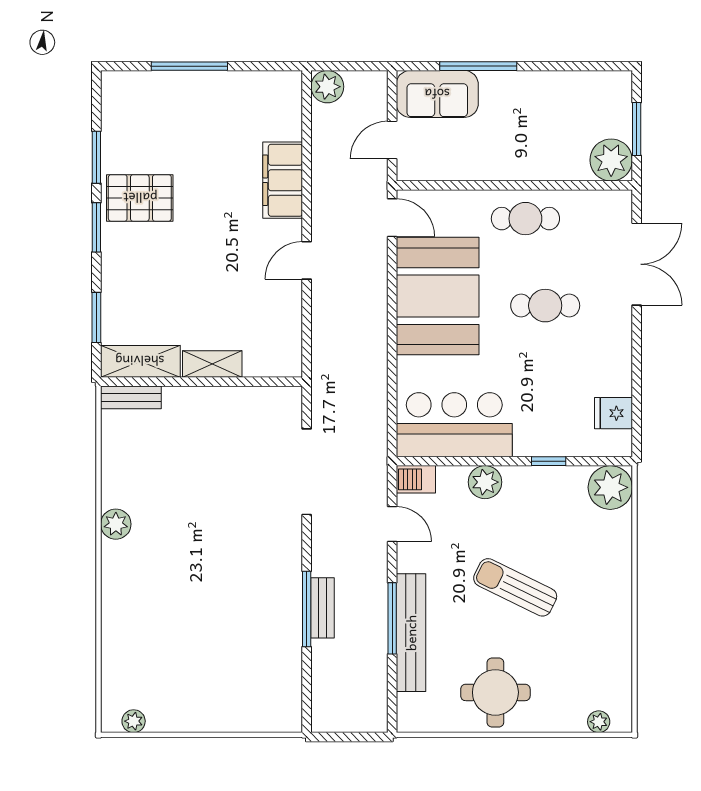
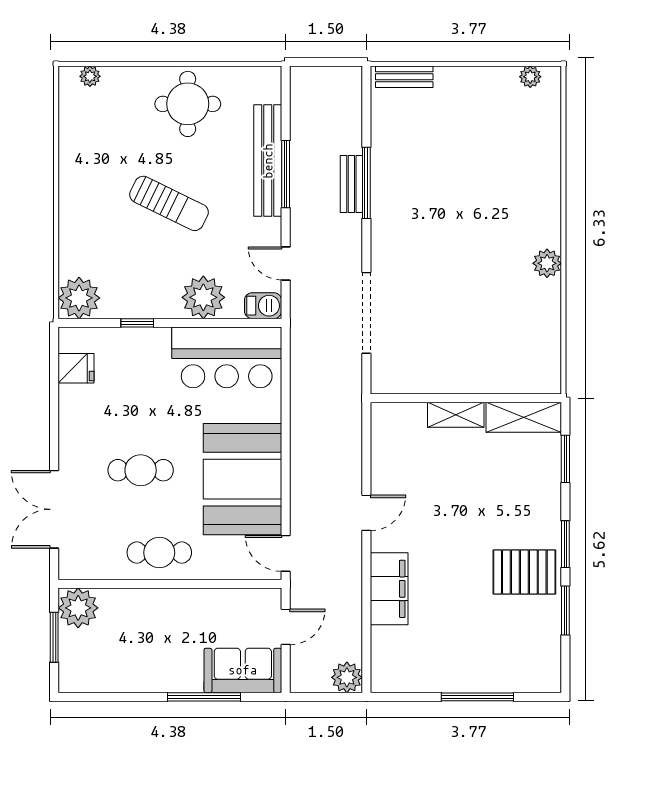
bench: (131, 397) -> (404, 77), moved
plant: (485, 482) -> (203, 297), width x1.36, depth x1.36

